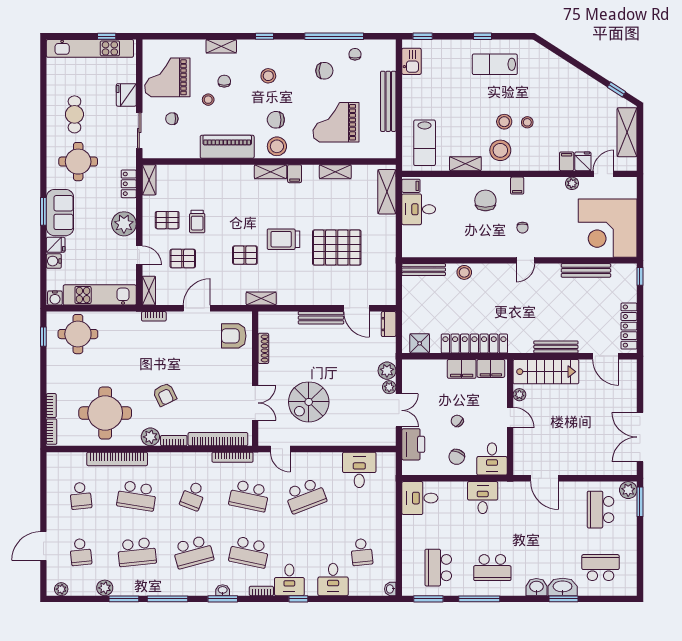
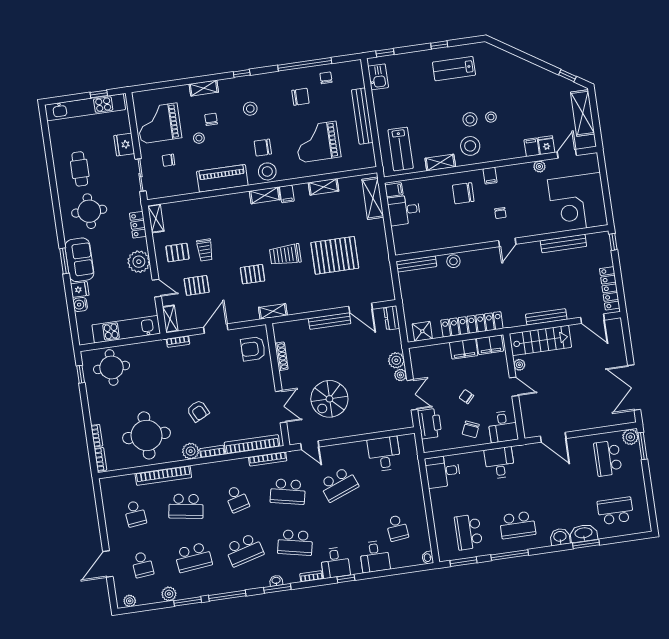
chair: (485, 200) -> (463, 193), turned -90
water cooler: (55, 298) -> (86, 338), removed
school desk: (193, 496) -> (237, 499), turned -36

